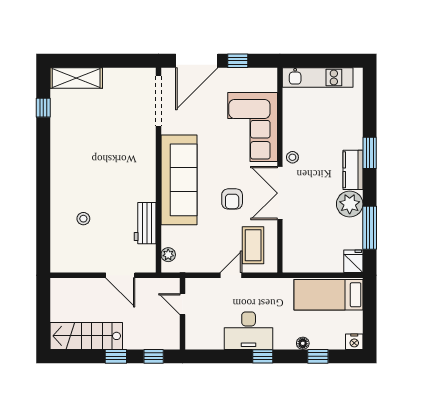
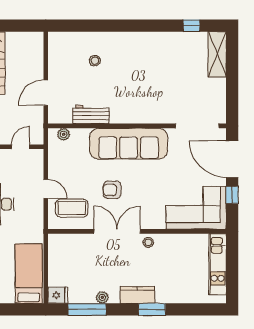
corner sofa: (253, 127) -> (196, 208), moved
plant: (350, 204) -> (102, 297), width x0.53, depth x0.53

